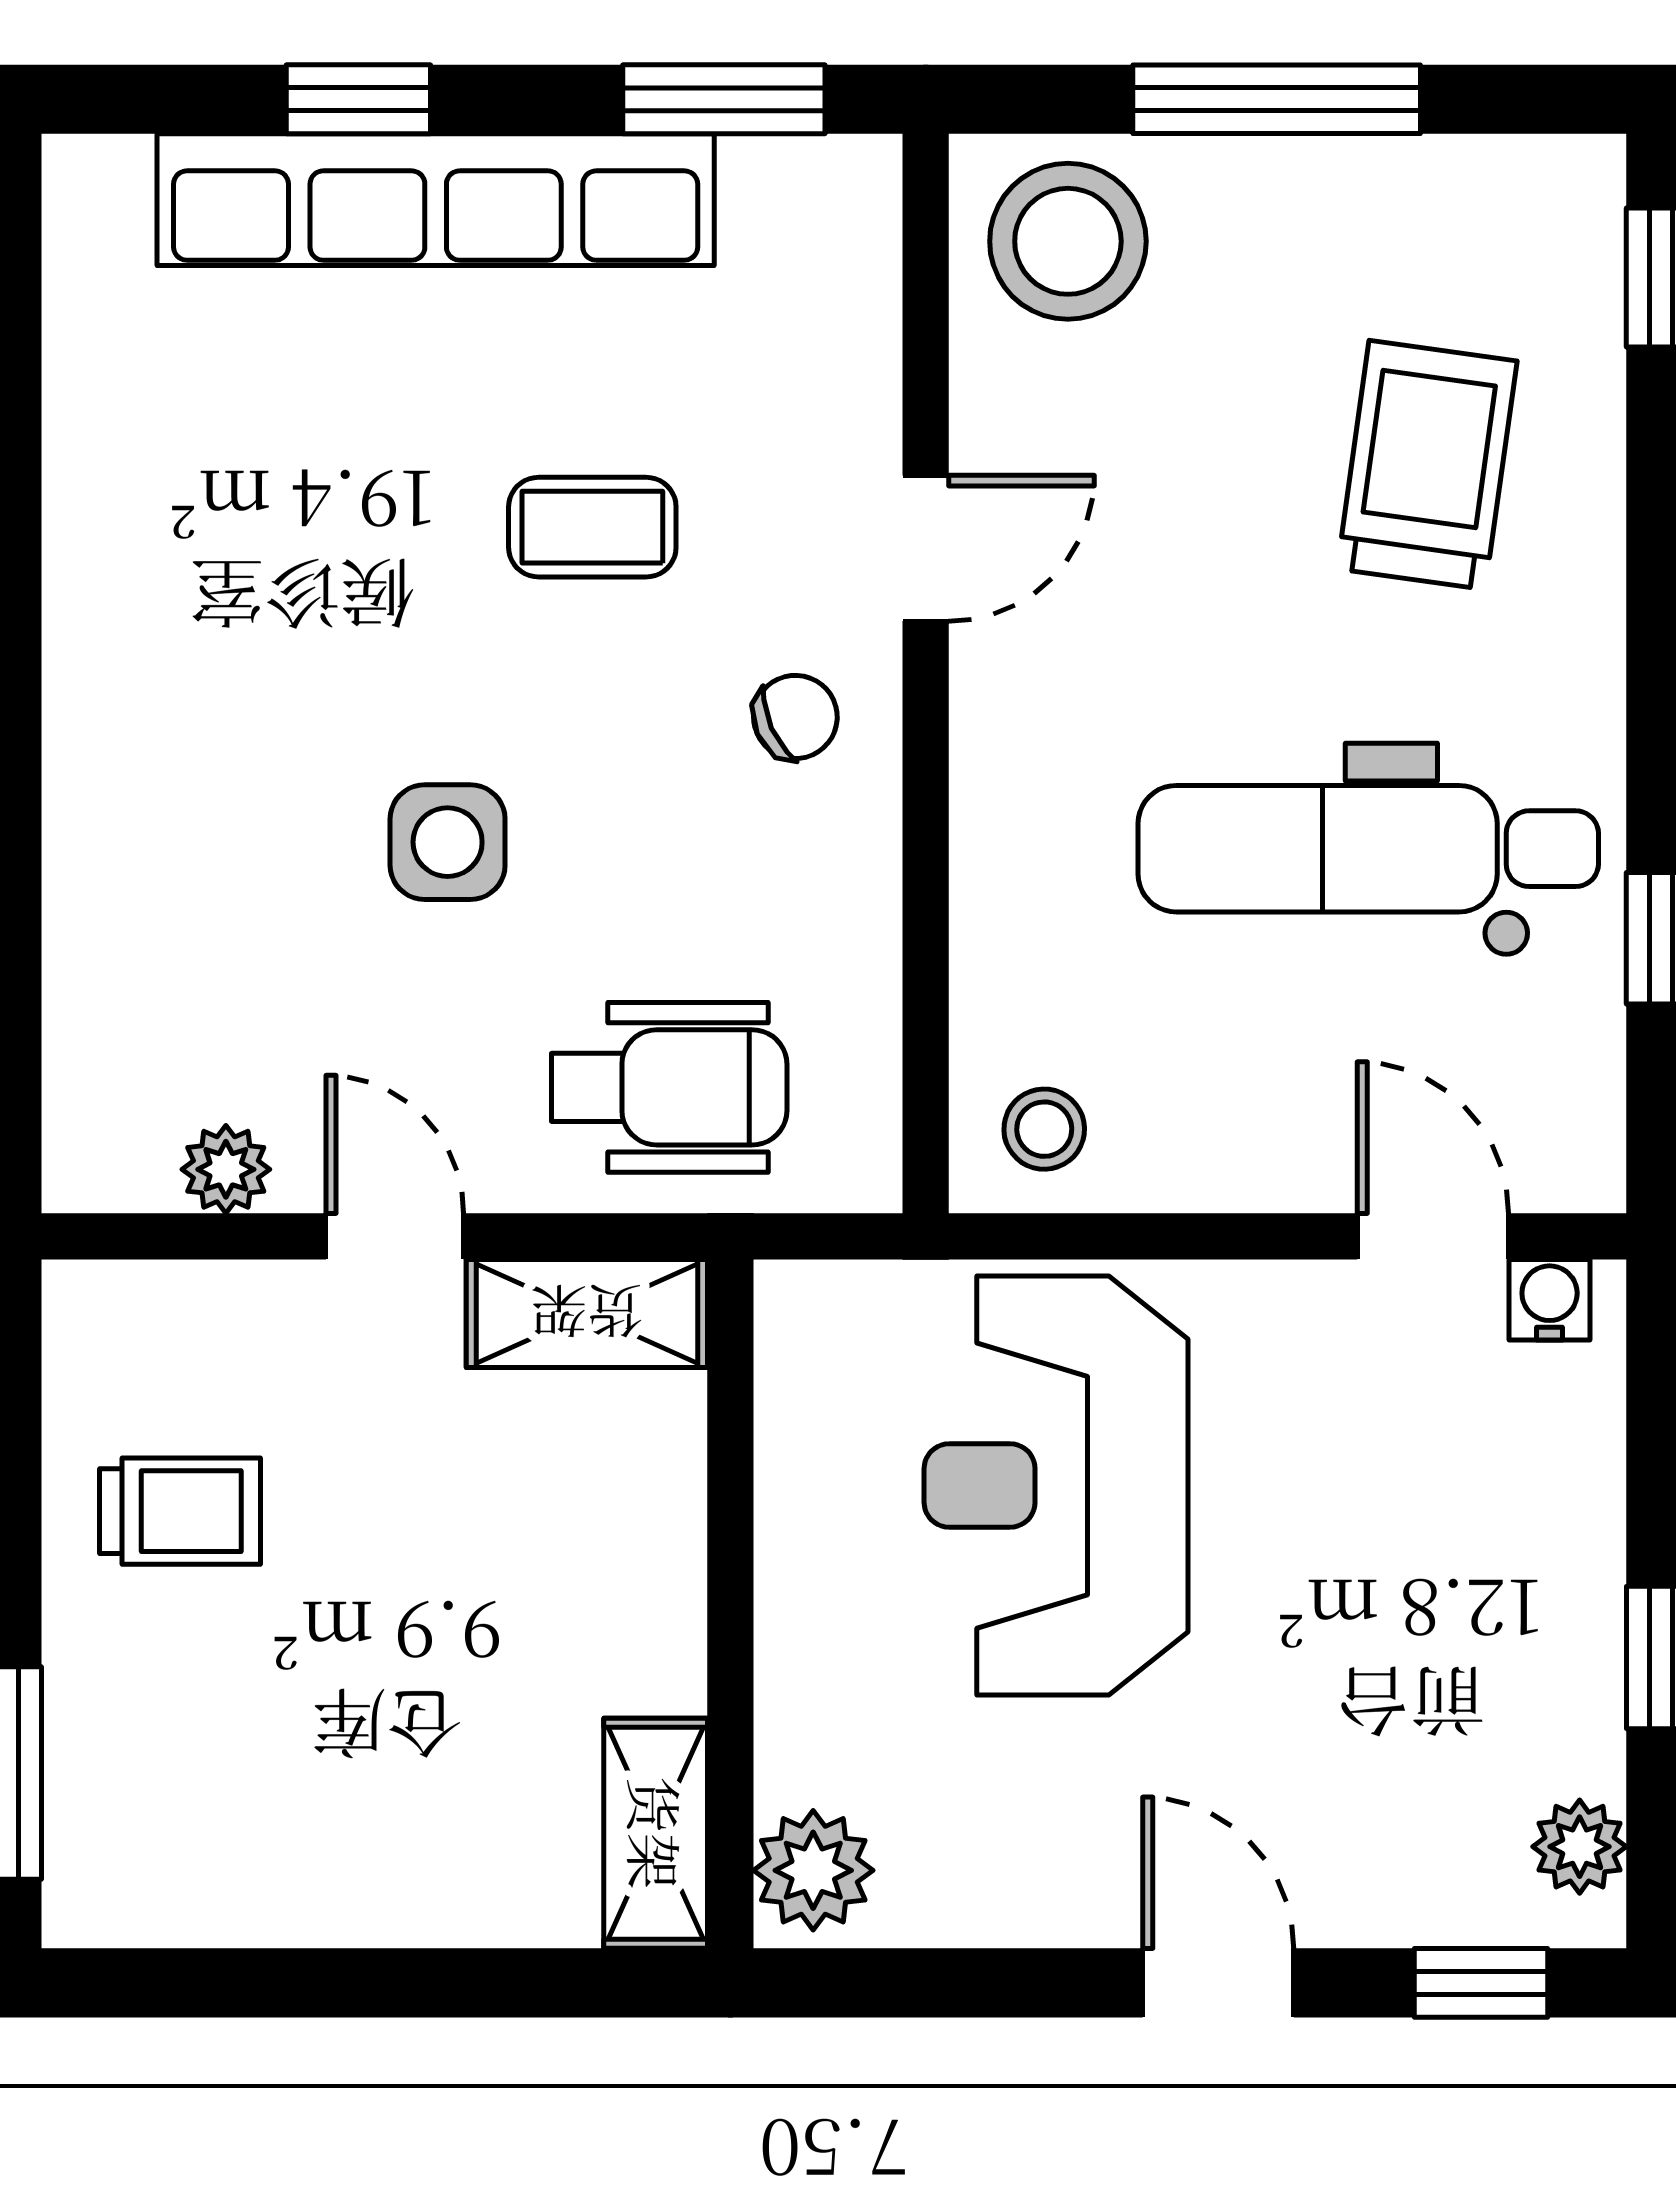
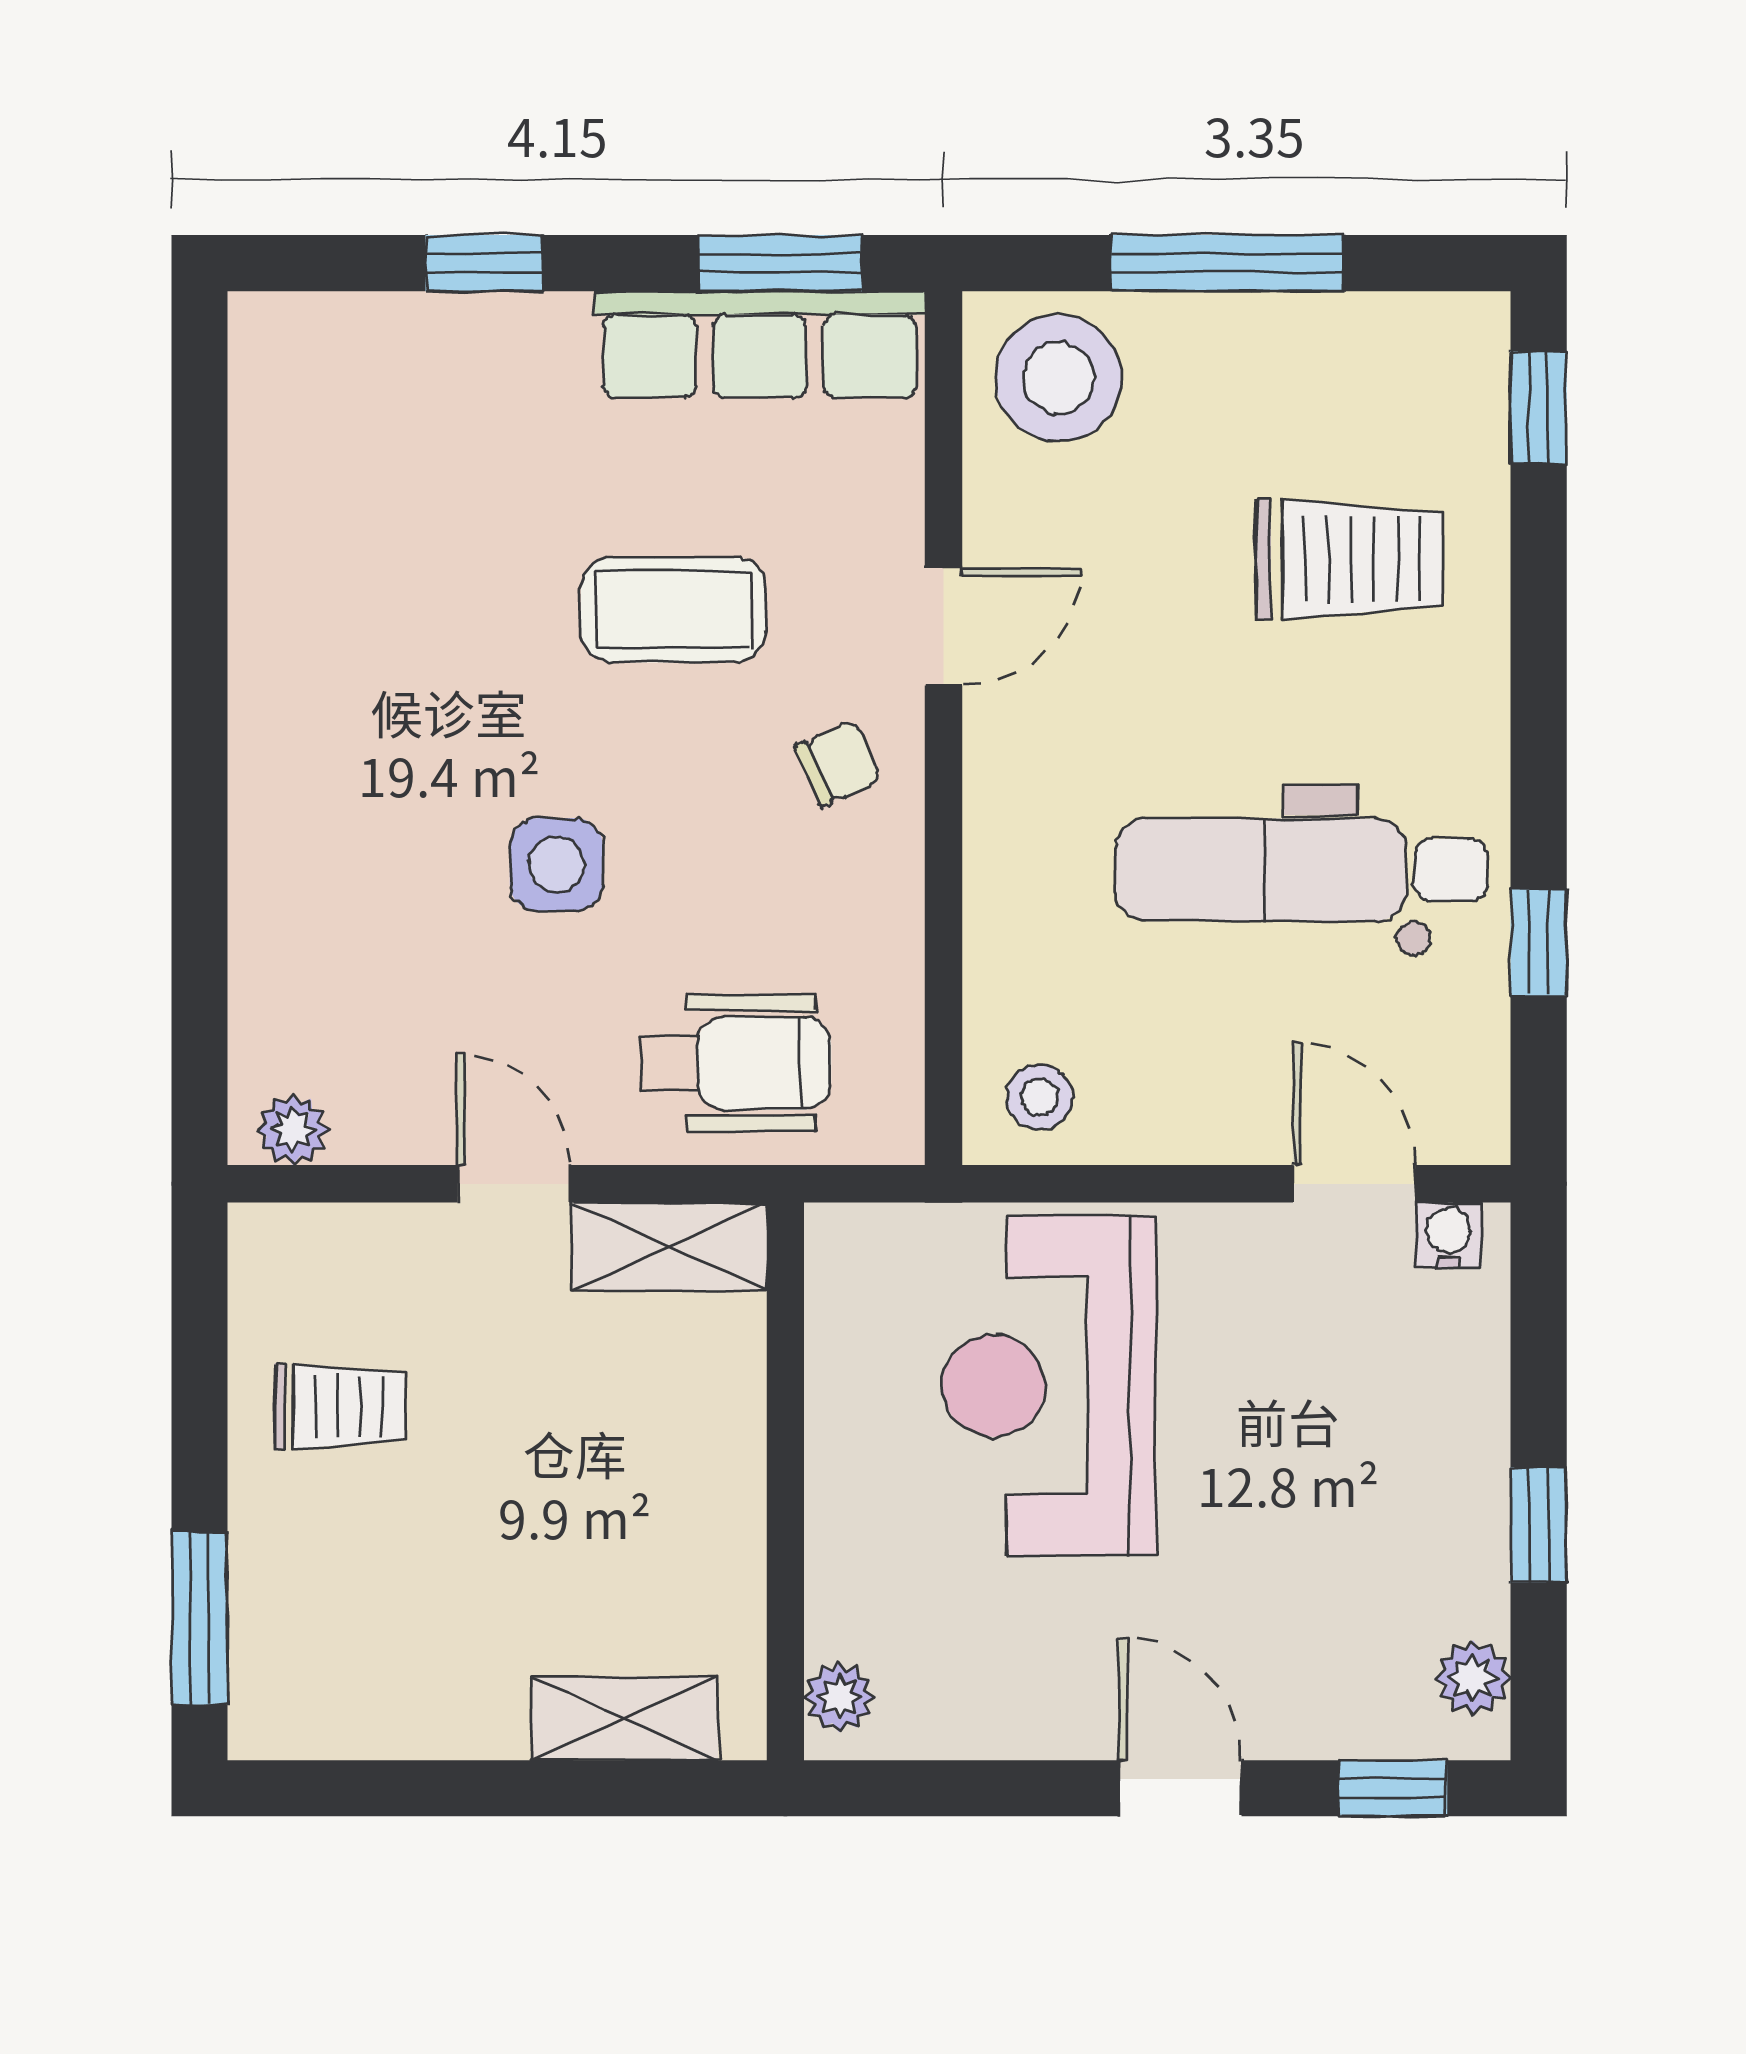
row of seats: (436, 200) -> (760, 344), moved, width x0.73
trolley: (1427, 465) -> (1349, 559), turned 82
coffee table: (592, 527) -> (674, 610), width x1.36, depth x1.30
plant: (226, 1169) -> (293, 1130), moved
shelving: (656, 1833) -> (625, 1718), moved, turned 90
plant: (813, 1870) -> (839, 1697), width x0.73, depth x0.73

